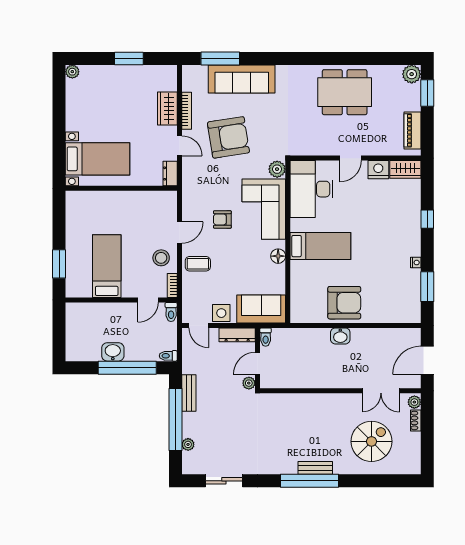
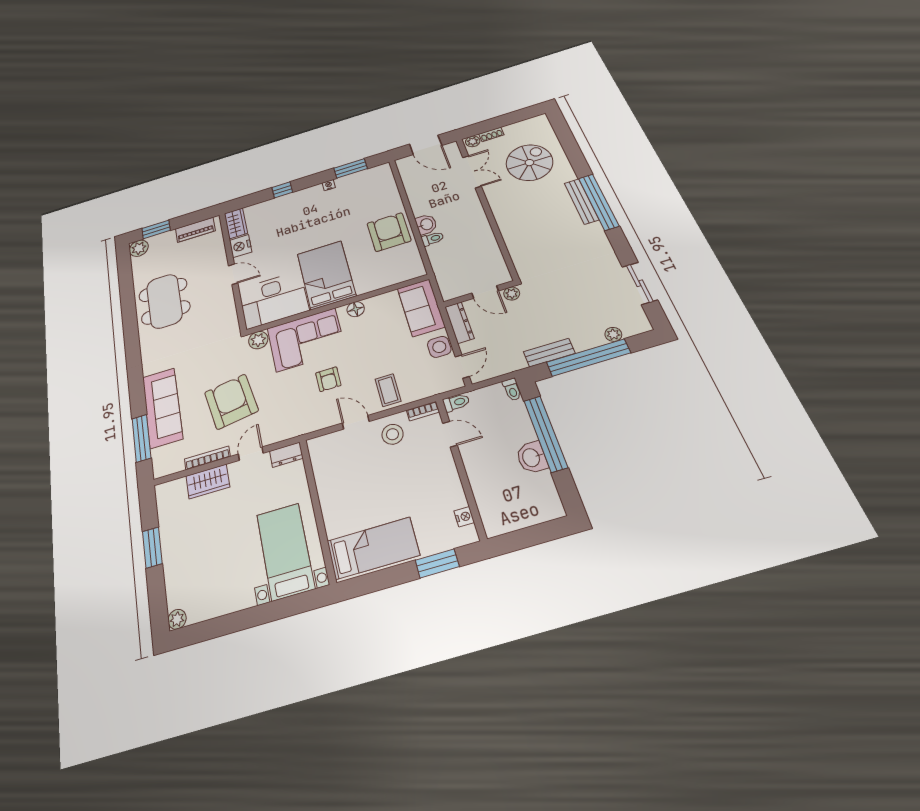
bed: (320, 246) -> (326, 275), width x1.50
bed: (107, 266) -> (373, 548), moved, turned 180
nightstand: (85, 292) -> (464, 517), added
toilet: (266, 337) -> (433, 239), moved
spiral stairs: (372, 441) -> (529, 163), turned 90
bench: (315, 468) -> (581, 201), width x1.36

